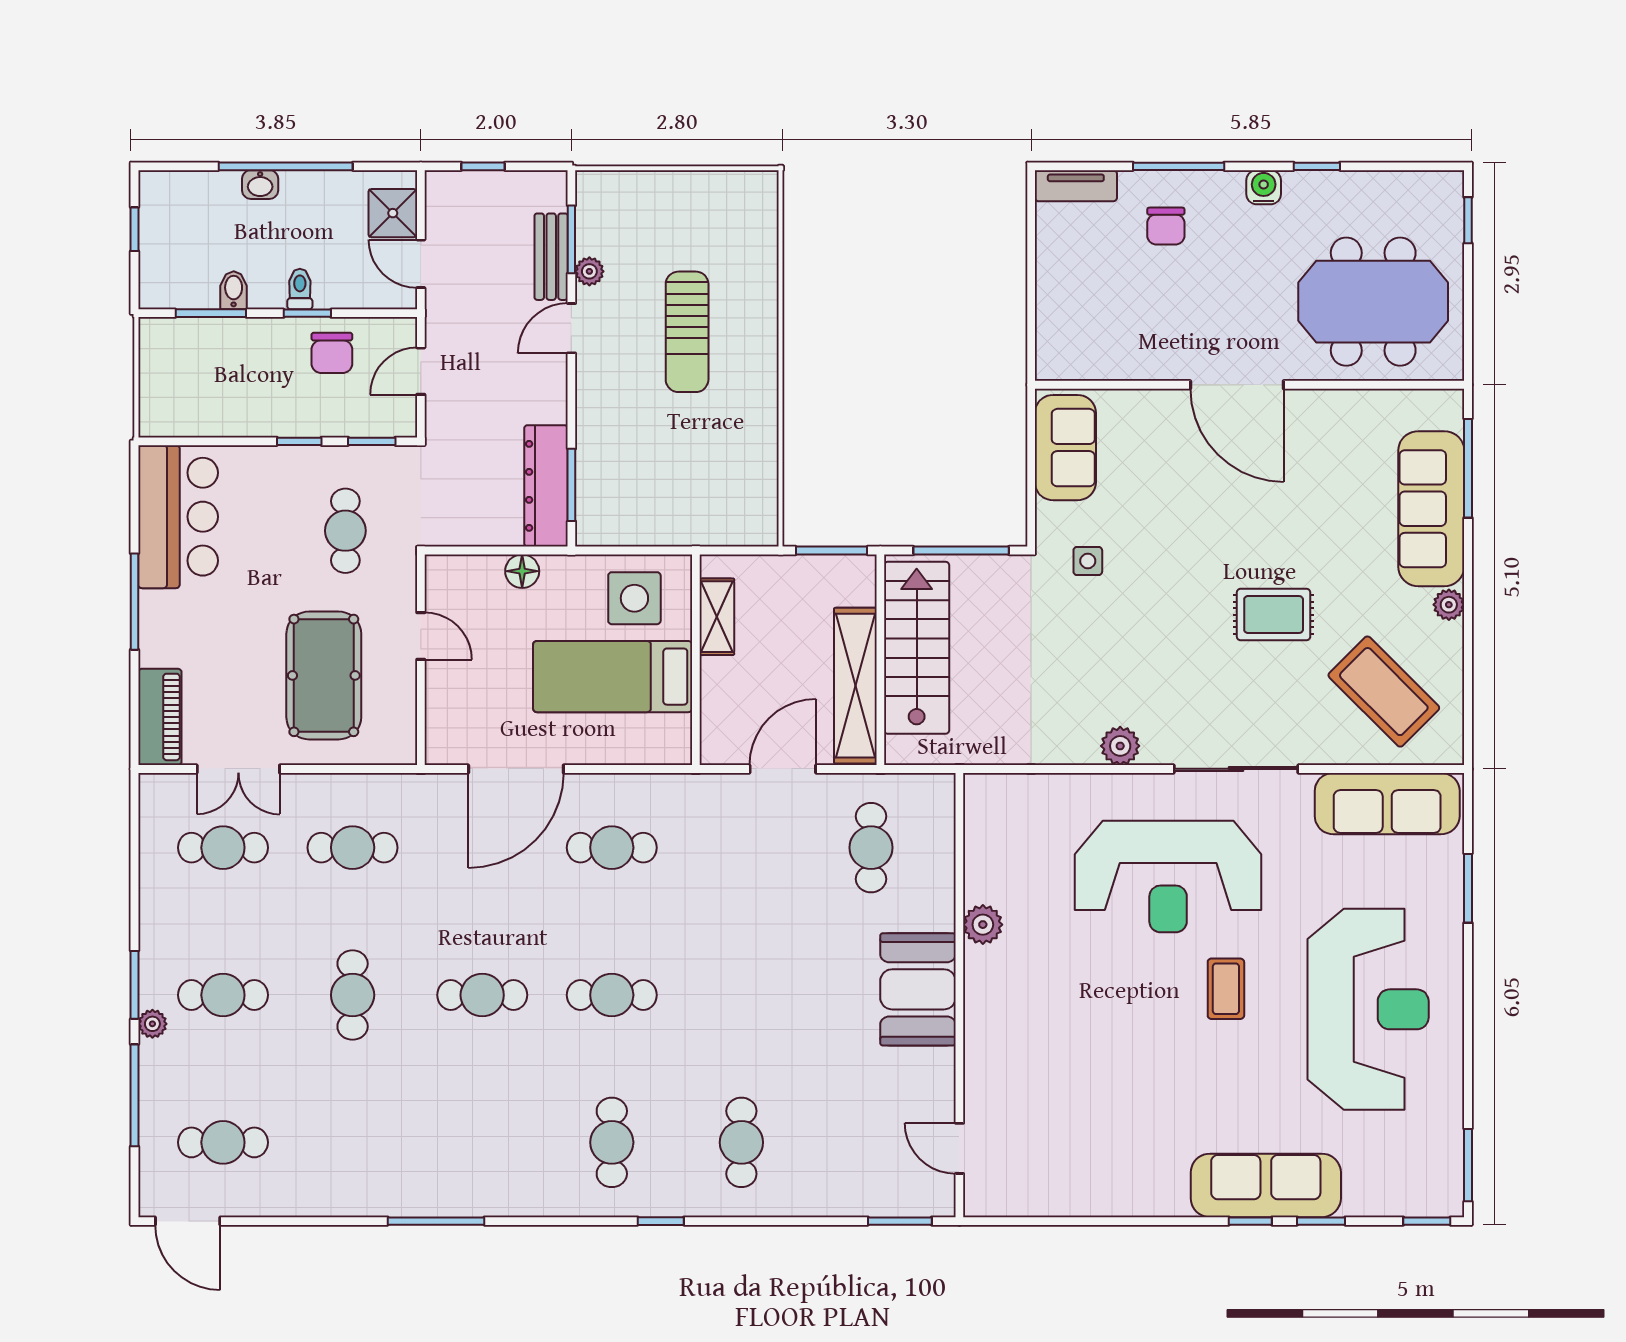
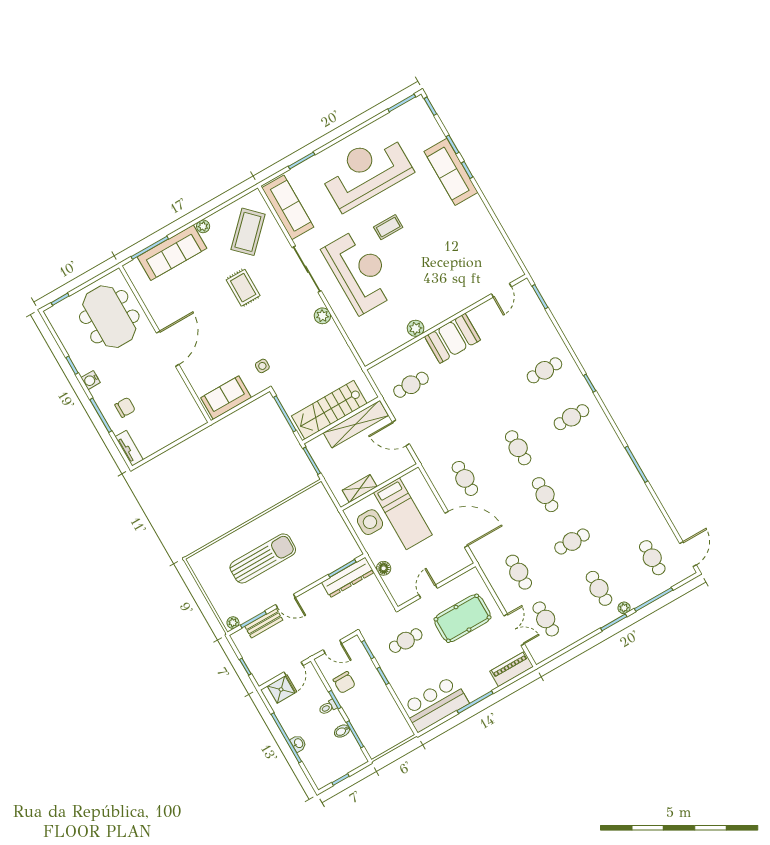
plant: (589, 271) -> (233, 623), moved
sun lounger: (687, 332) -> (263, 558), width x1.36, depth x1.34
chair: (332, 353) -> (344, 682), turned 90

